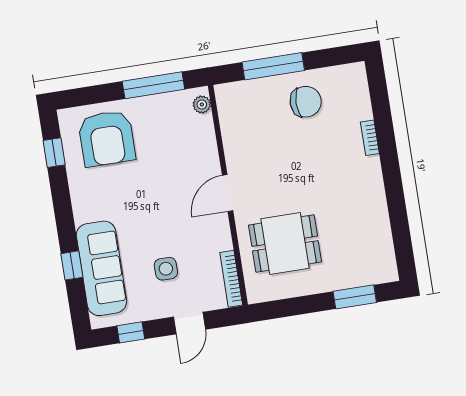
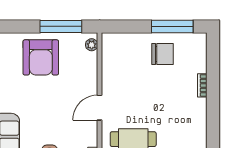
window: (273, 66) -> (172, 26), moved
armchair: (107, 138) -> (41, 57), moved

